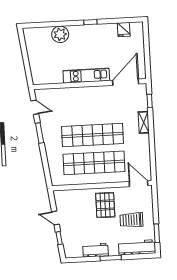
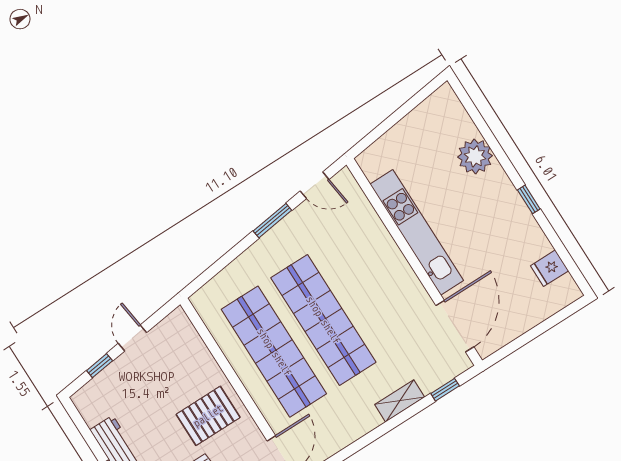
kitchen unit: (86, 76) -> (417, 232), width x1.36
door: (126, 82) -> (455, 326), hinge flipped
door: (35, 107) -> (315, 185), hinge flipped

